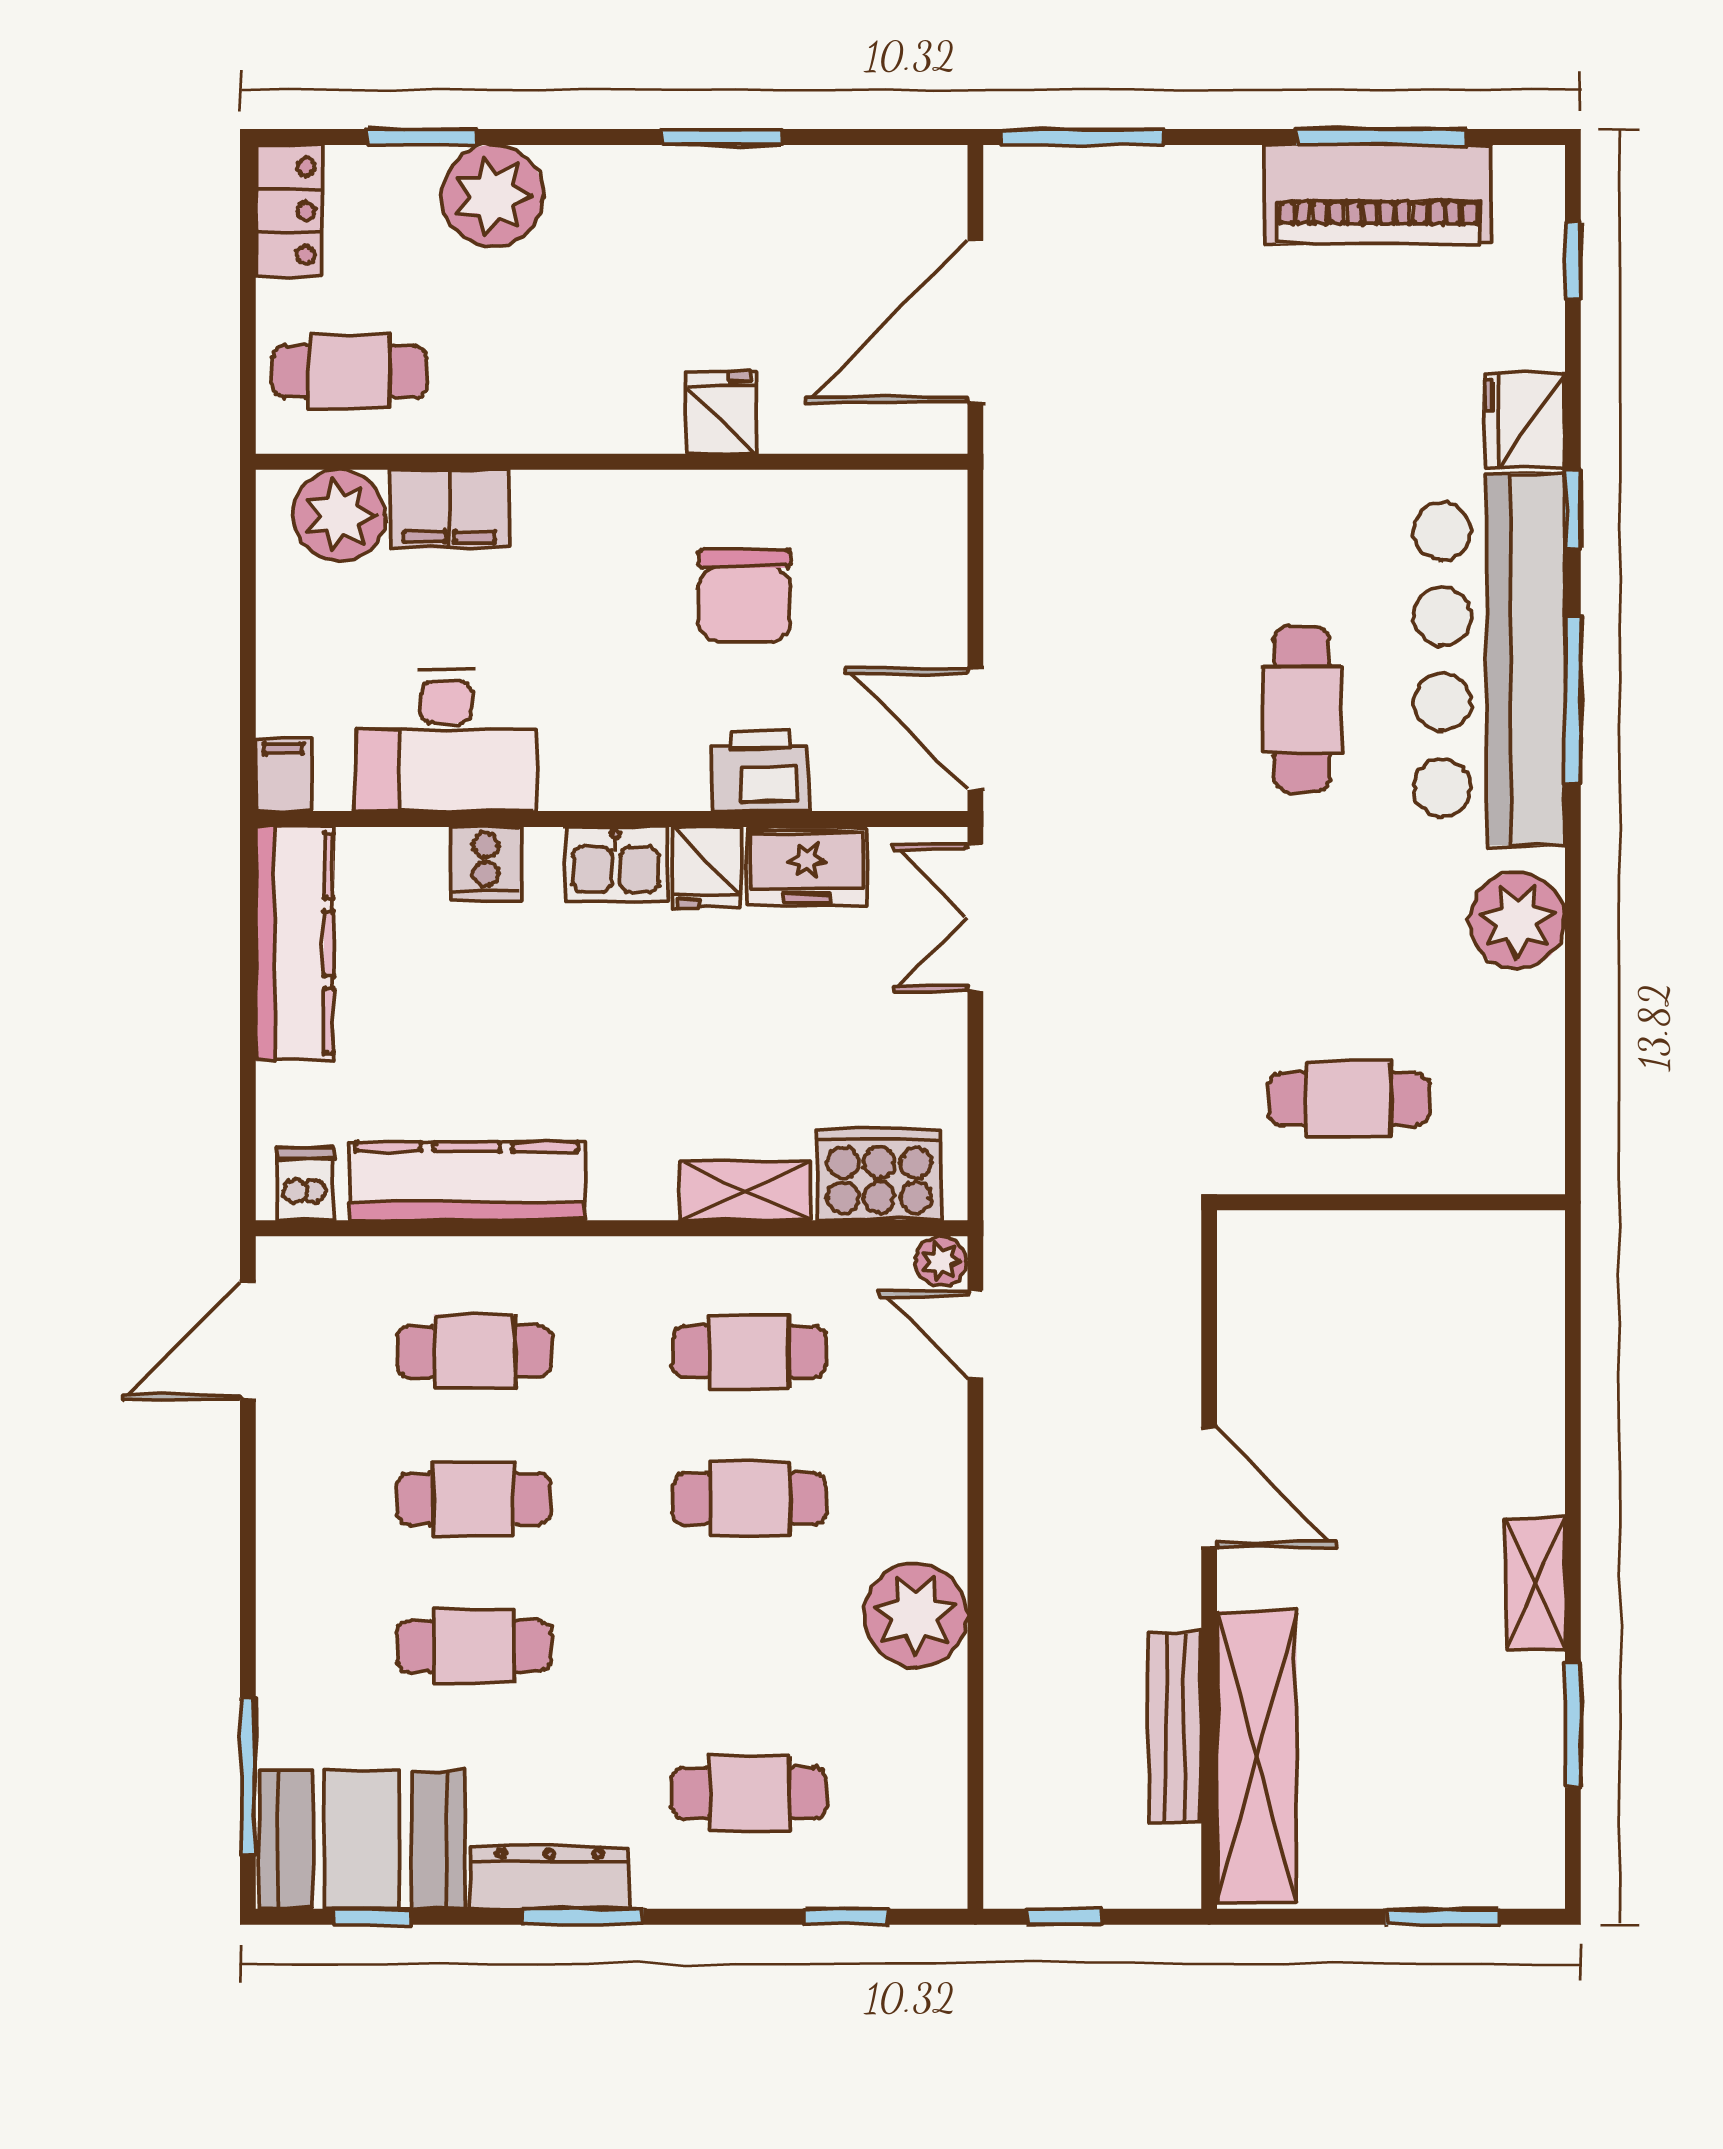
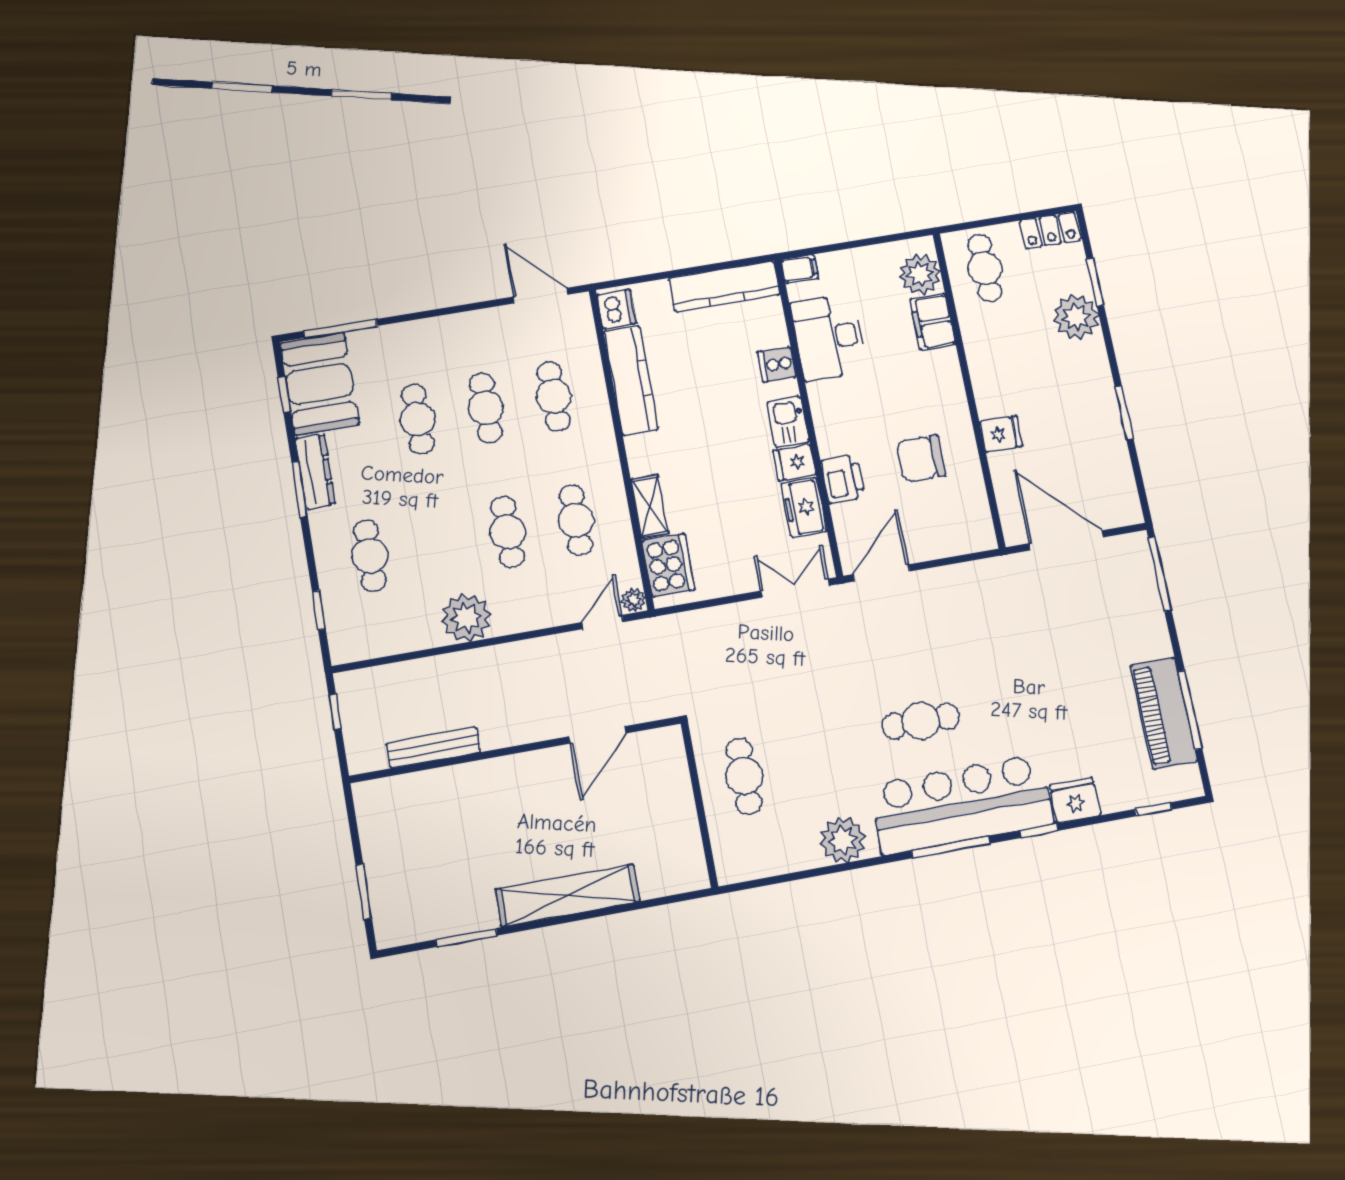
dishwasher: (305, 1184) -> (617, 309), width x1.38
door: (1209, 1488) -> (598, 735), moved
shelving: (1536, 1584) -> (568, 895), width x2.20, depth x1.33
shelving: (1257, 1757) -> (426, 789), removed

